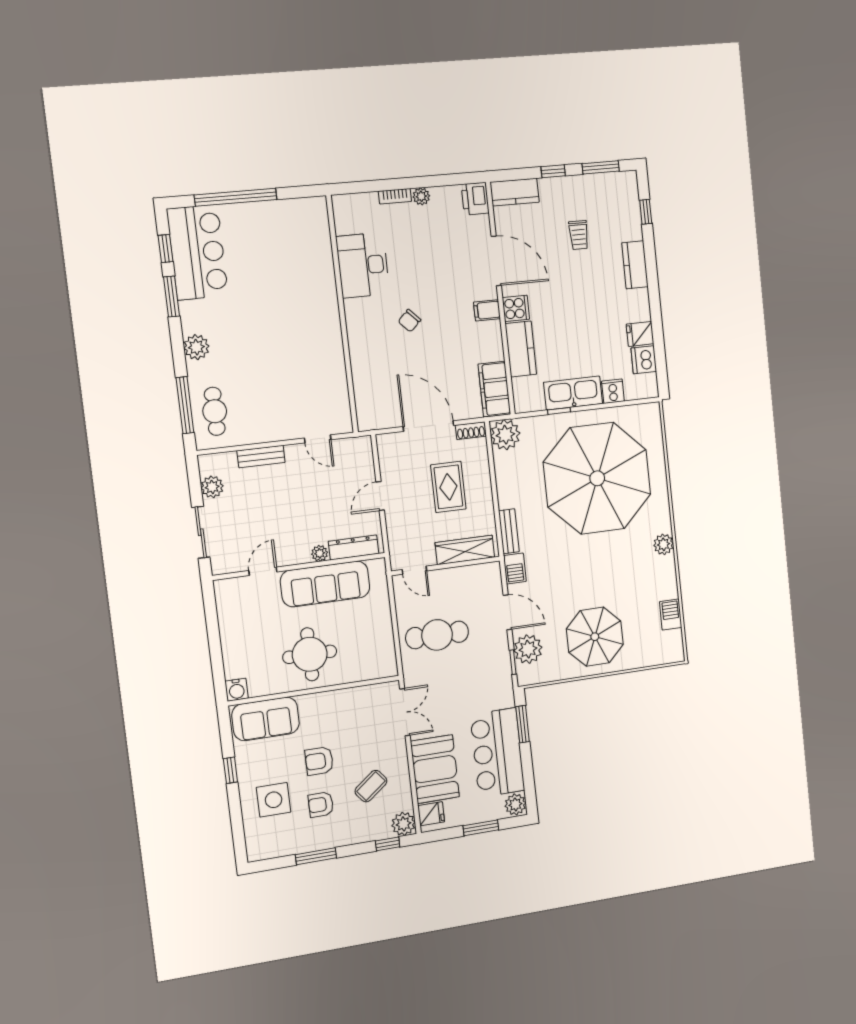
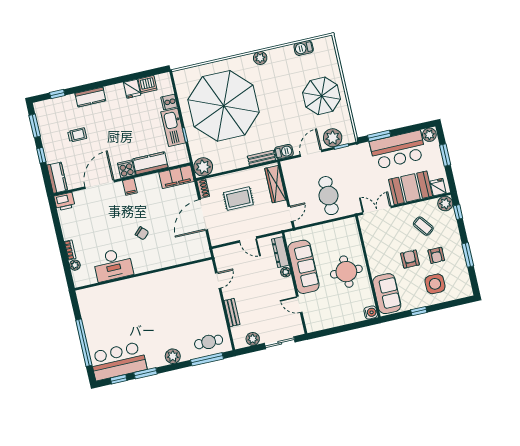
plant: (421, 196) -> (75, 265), moved
armchair: (319, 761) -> (410, 259), turned 180

